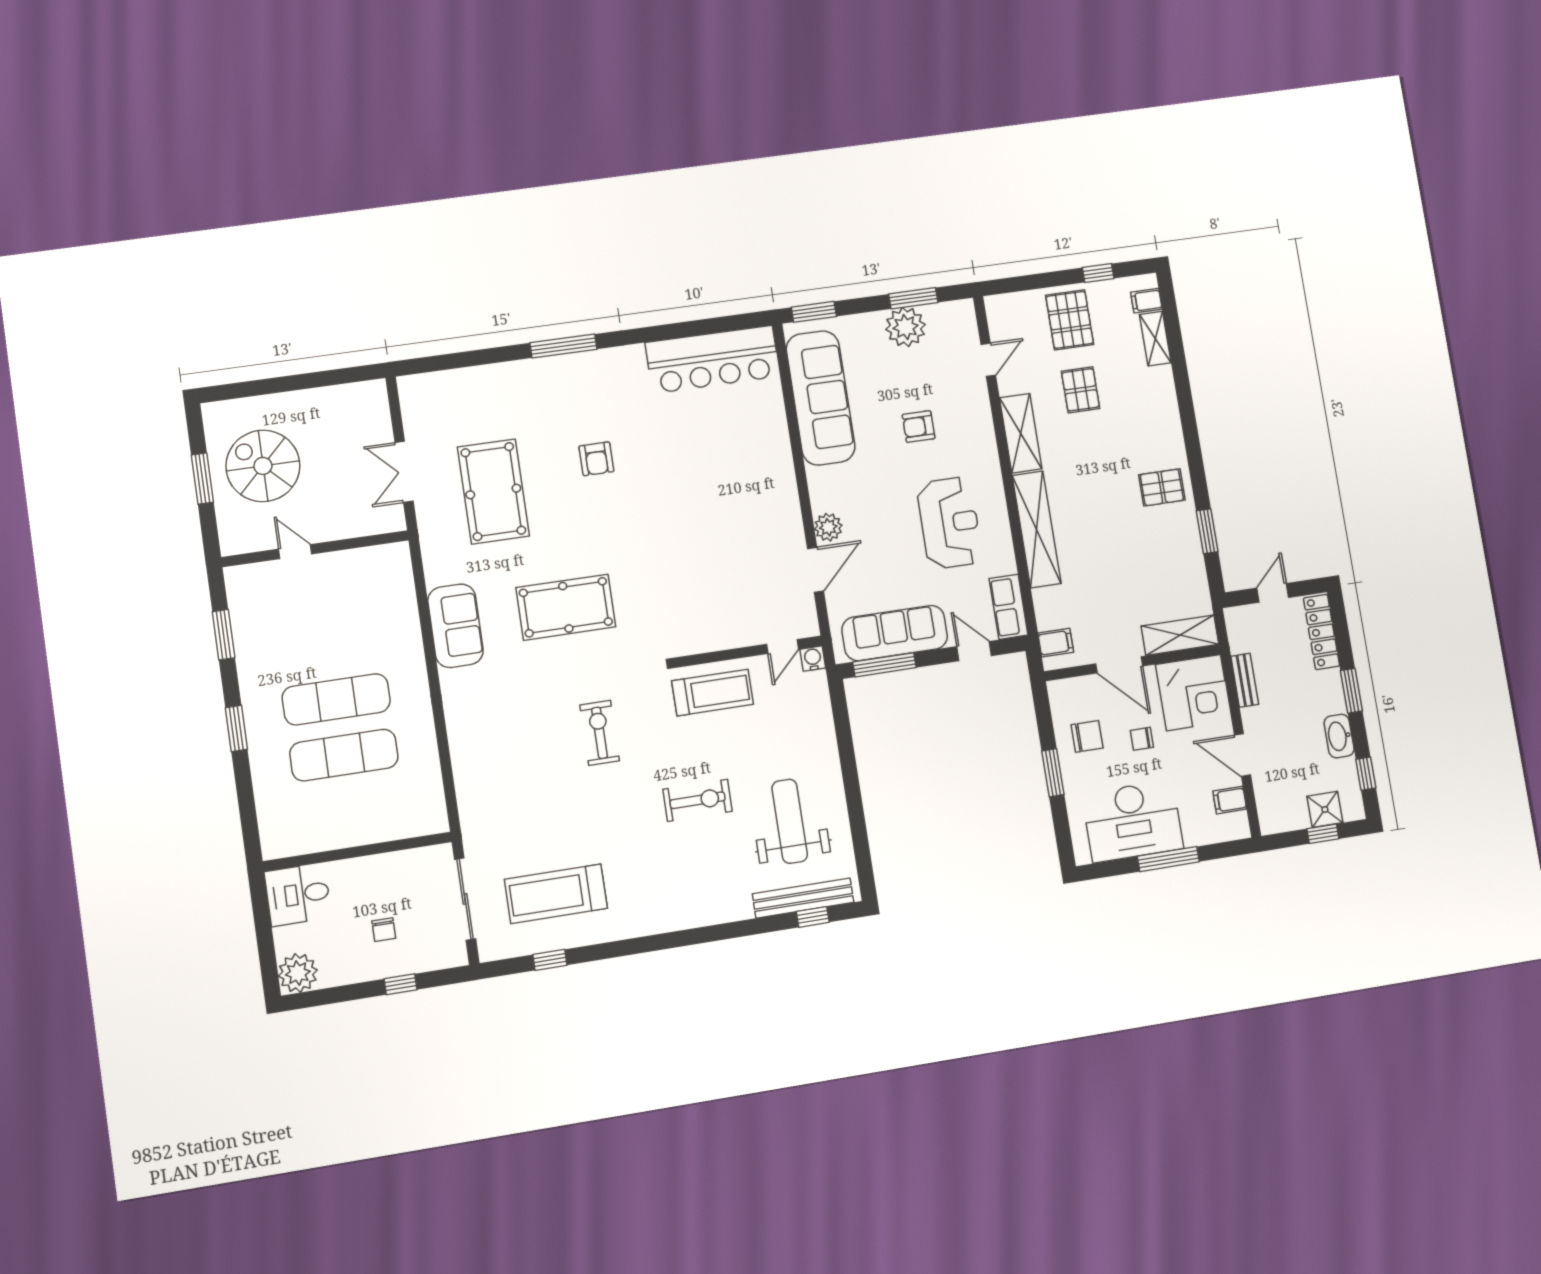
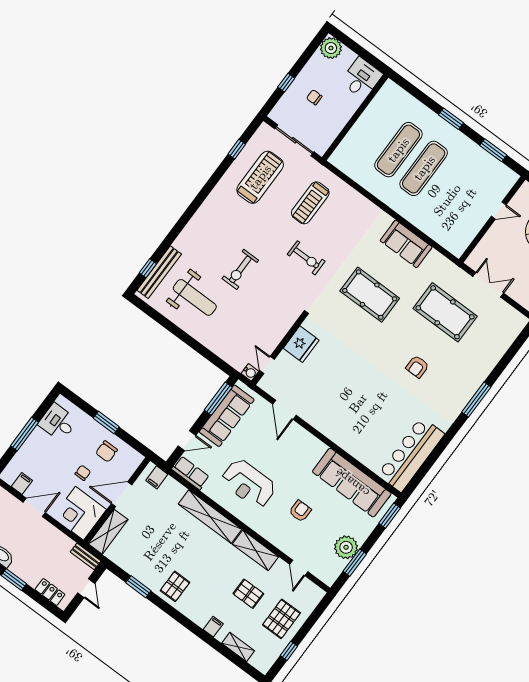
filing cabinet: (1146, 301) -> (213, 627), moved
pallet: (1070, 320) -> (281, 619), turned 90
armchair: (596, 459) -> (417, 367), turned -90
plant: (828, 527) -> (296, 432), removed
pool table: (566, 607) -> (370, 295), turned 90
fridge: (714, 630) -> (301, 344), added
locker: (1321, 632) -> (50, 592), width x0.66
bench: (1245, 680) -> (86, 556), moved
treadmill: (713, 693) -> (310, 203), moved
desk: (1133, 821) -> (58, 422), width x0.53, depth x0.77

